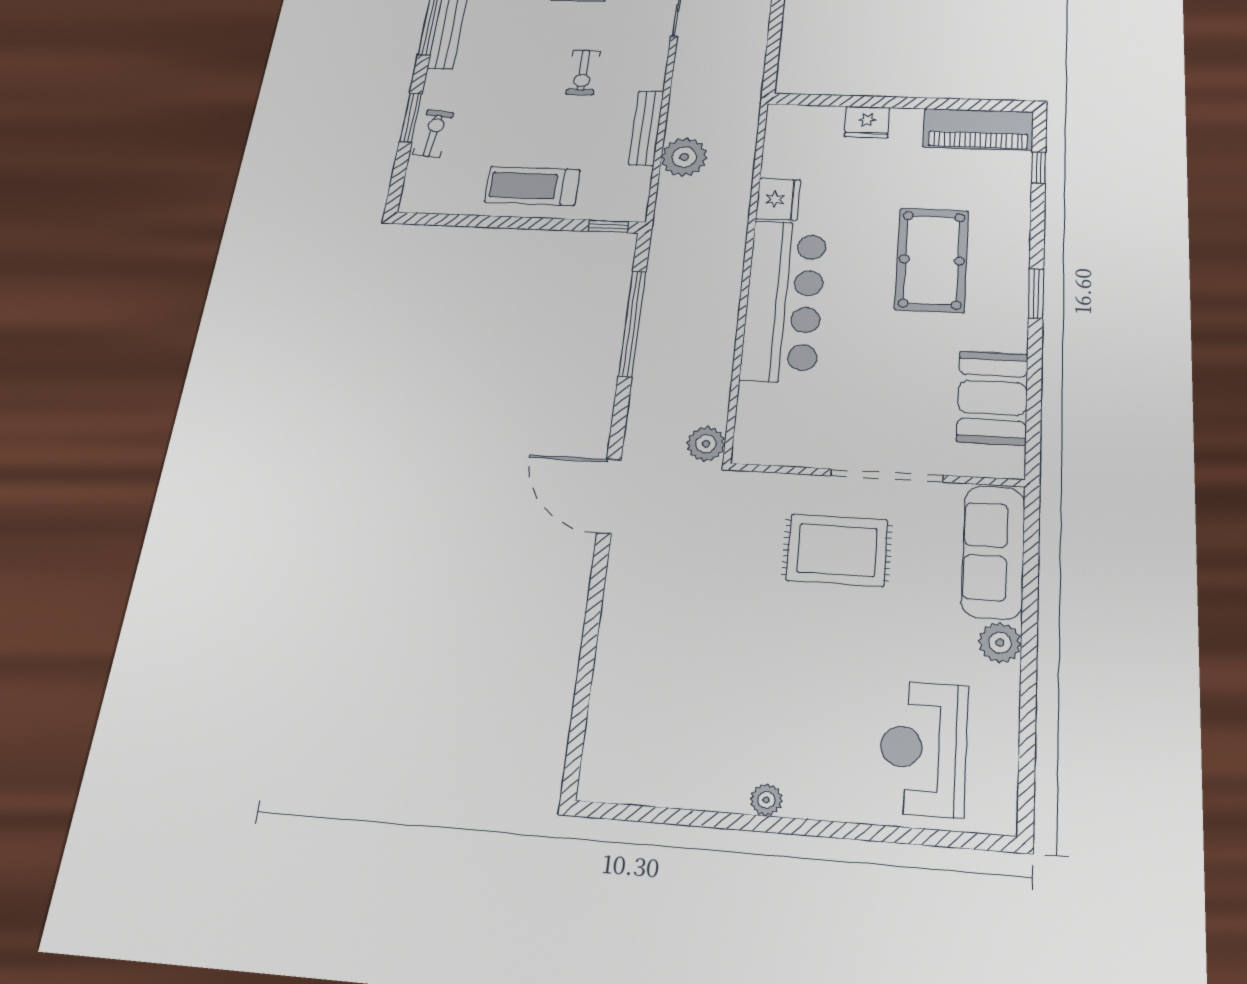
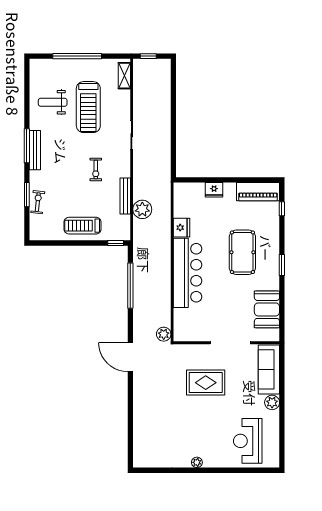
rug: (837, 550) -> (206, 383), moved

